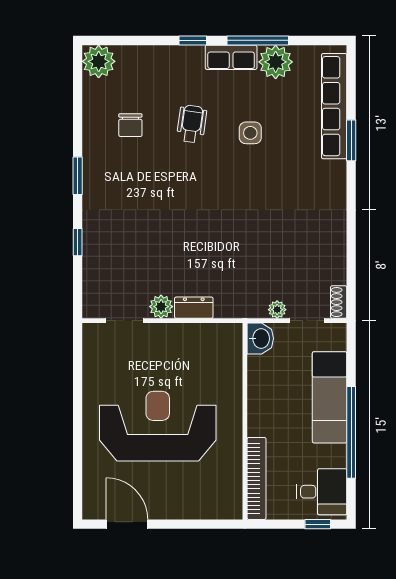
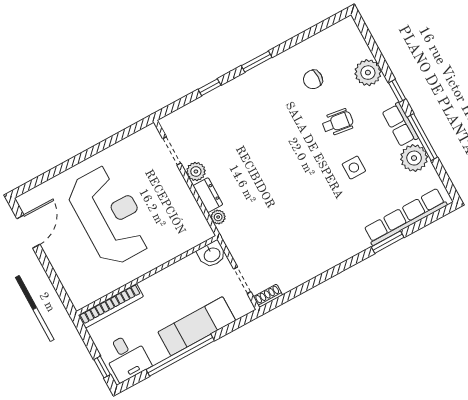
plant: (99, 61) -> (368, 73), moved
plant: (277, 310) -> (218, 217), moved

